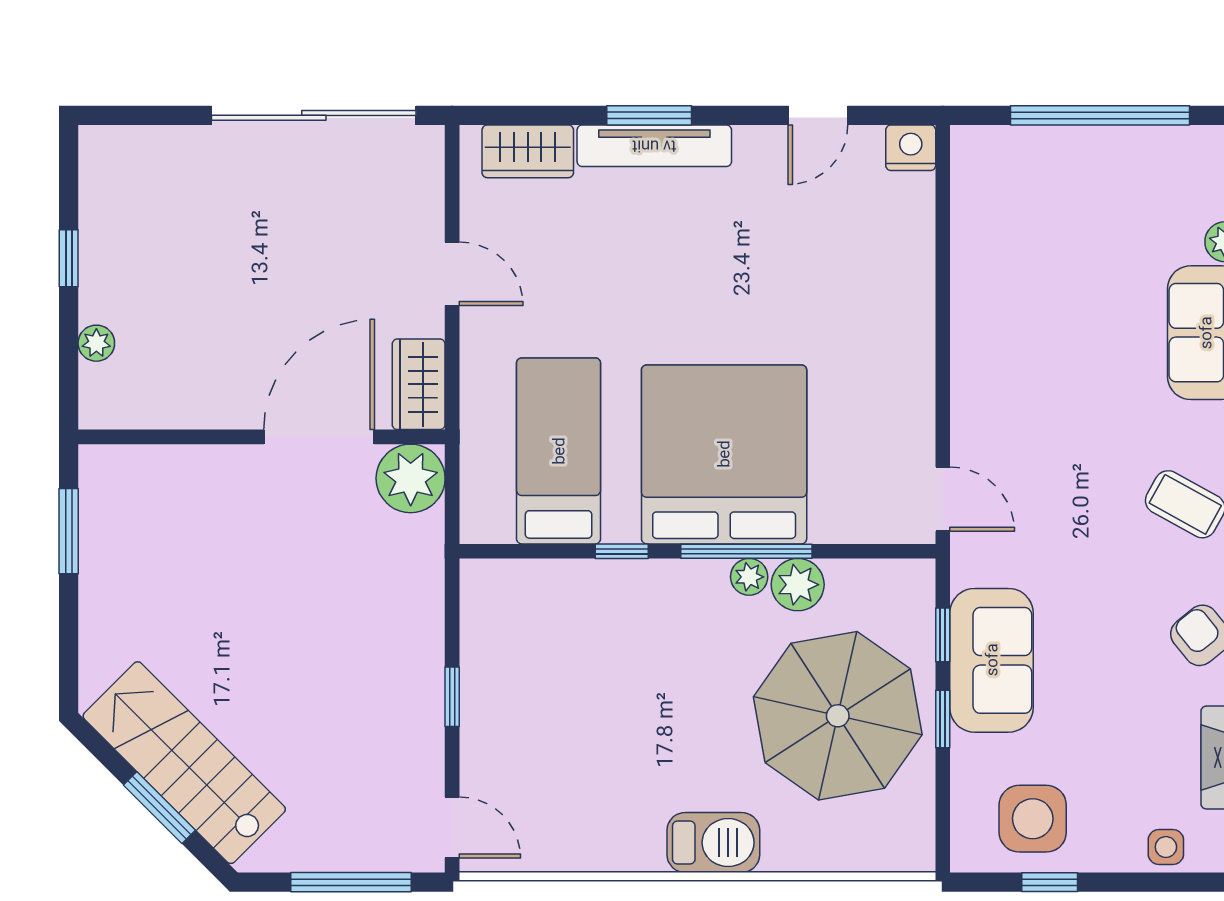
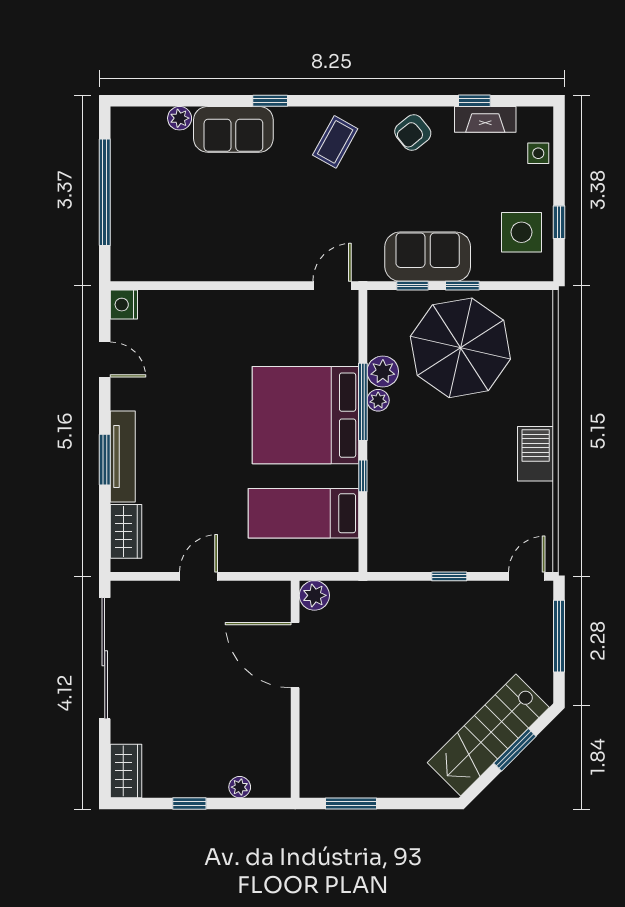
wardrobe: (419, 384) -> (126, 771), moved, turned -90
plant: (411, 478) -> (314, 595), width x0.73, depth x0.73
barbecue: (713, 843) -> (536, 454), moved

